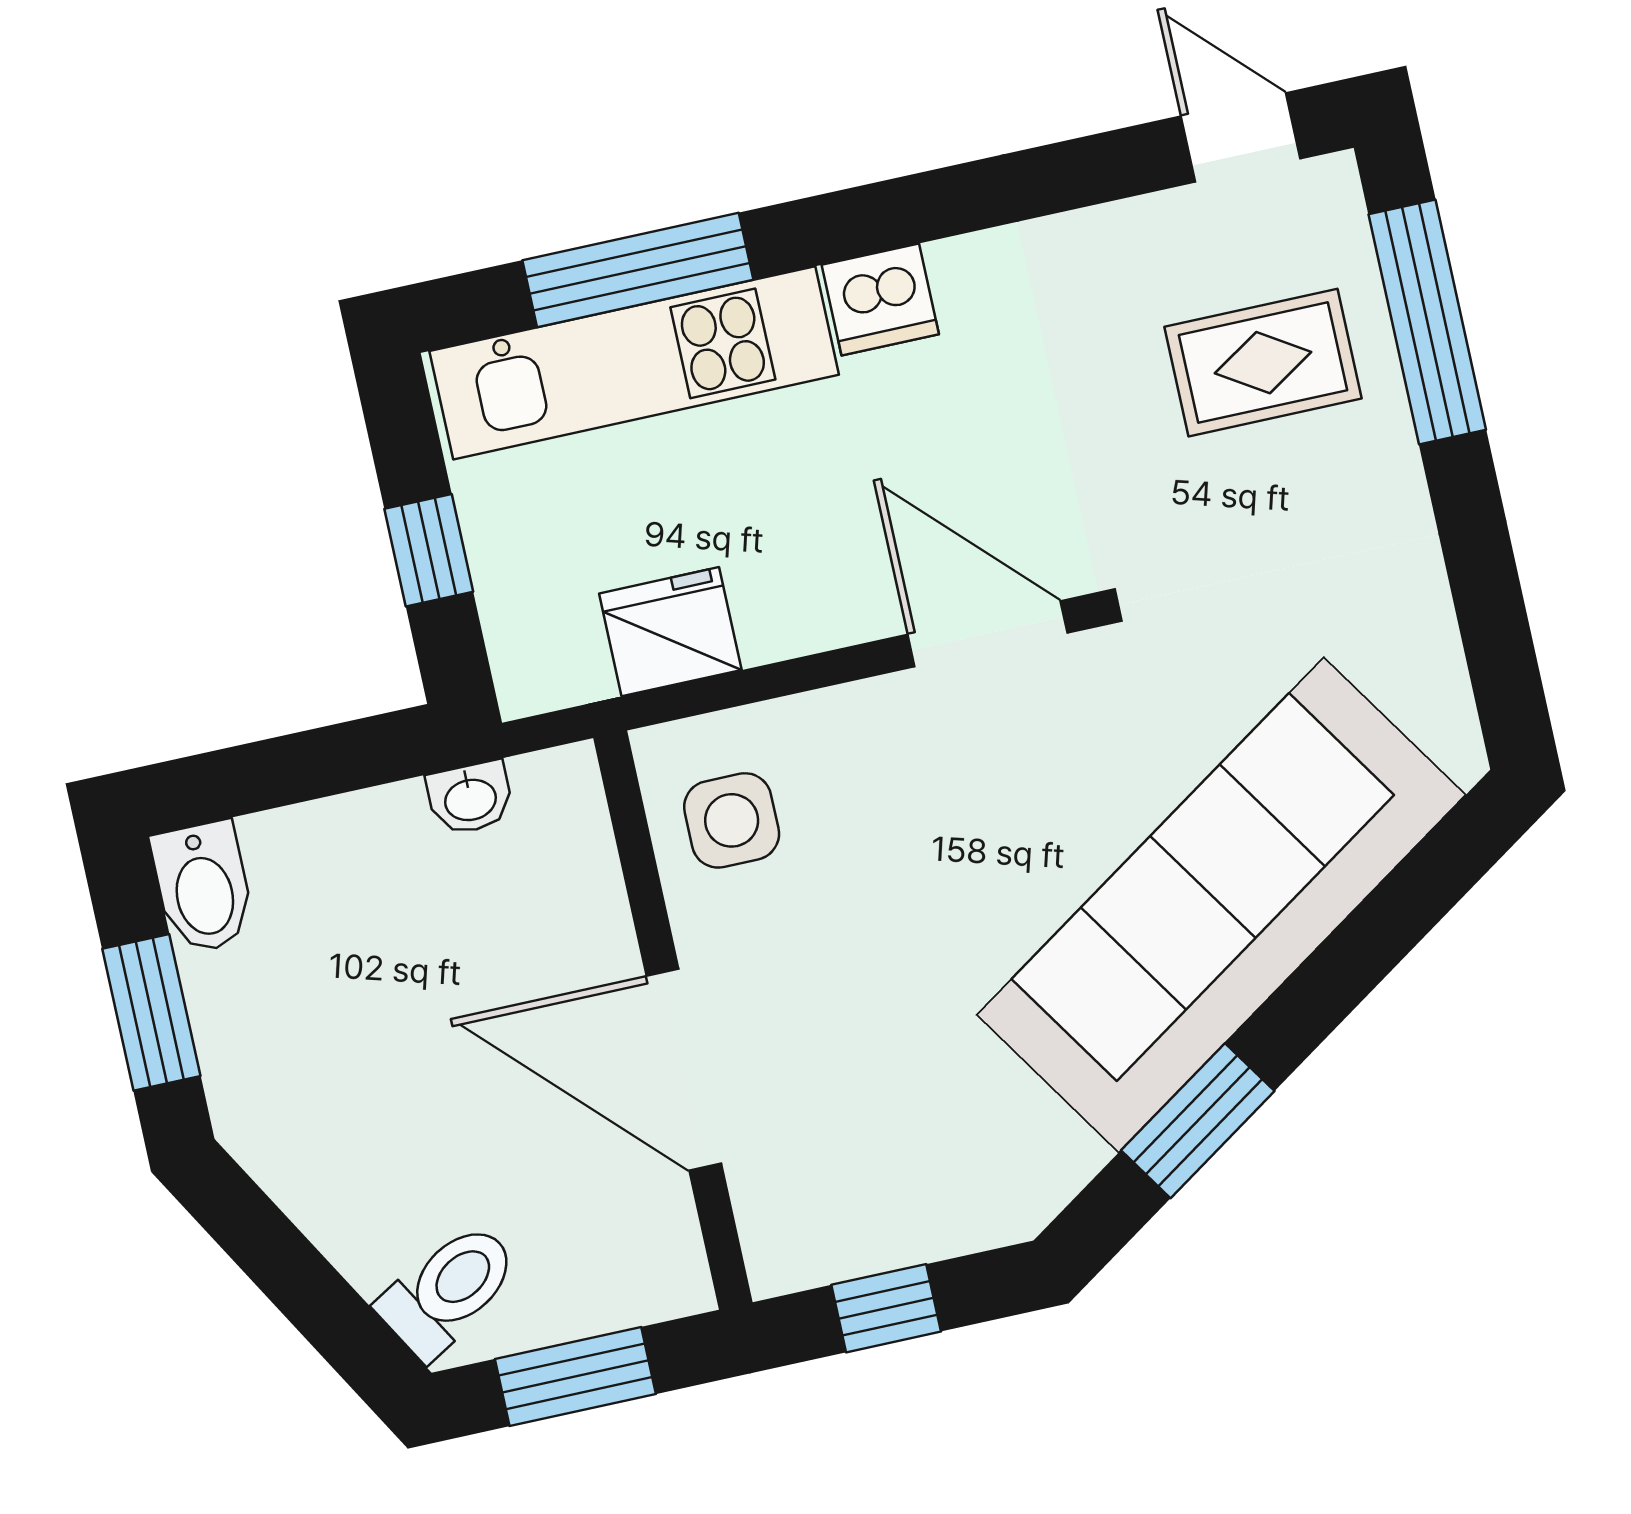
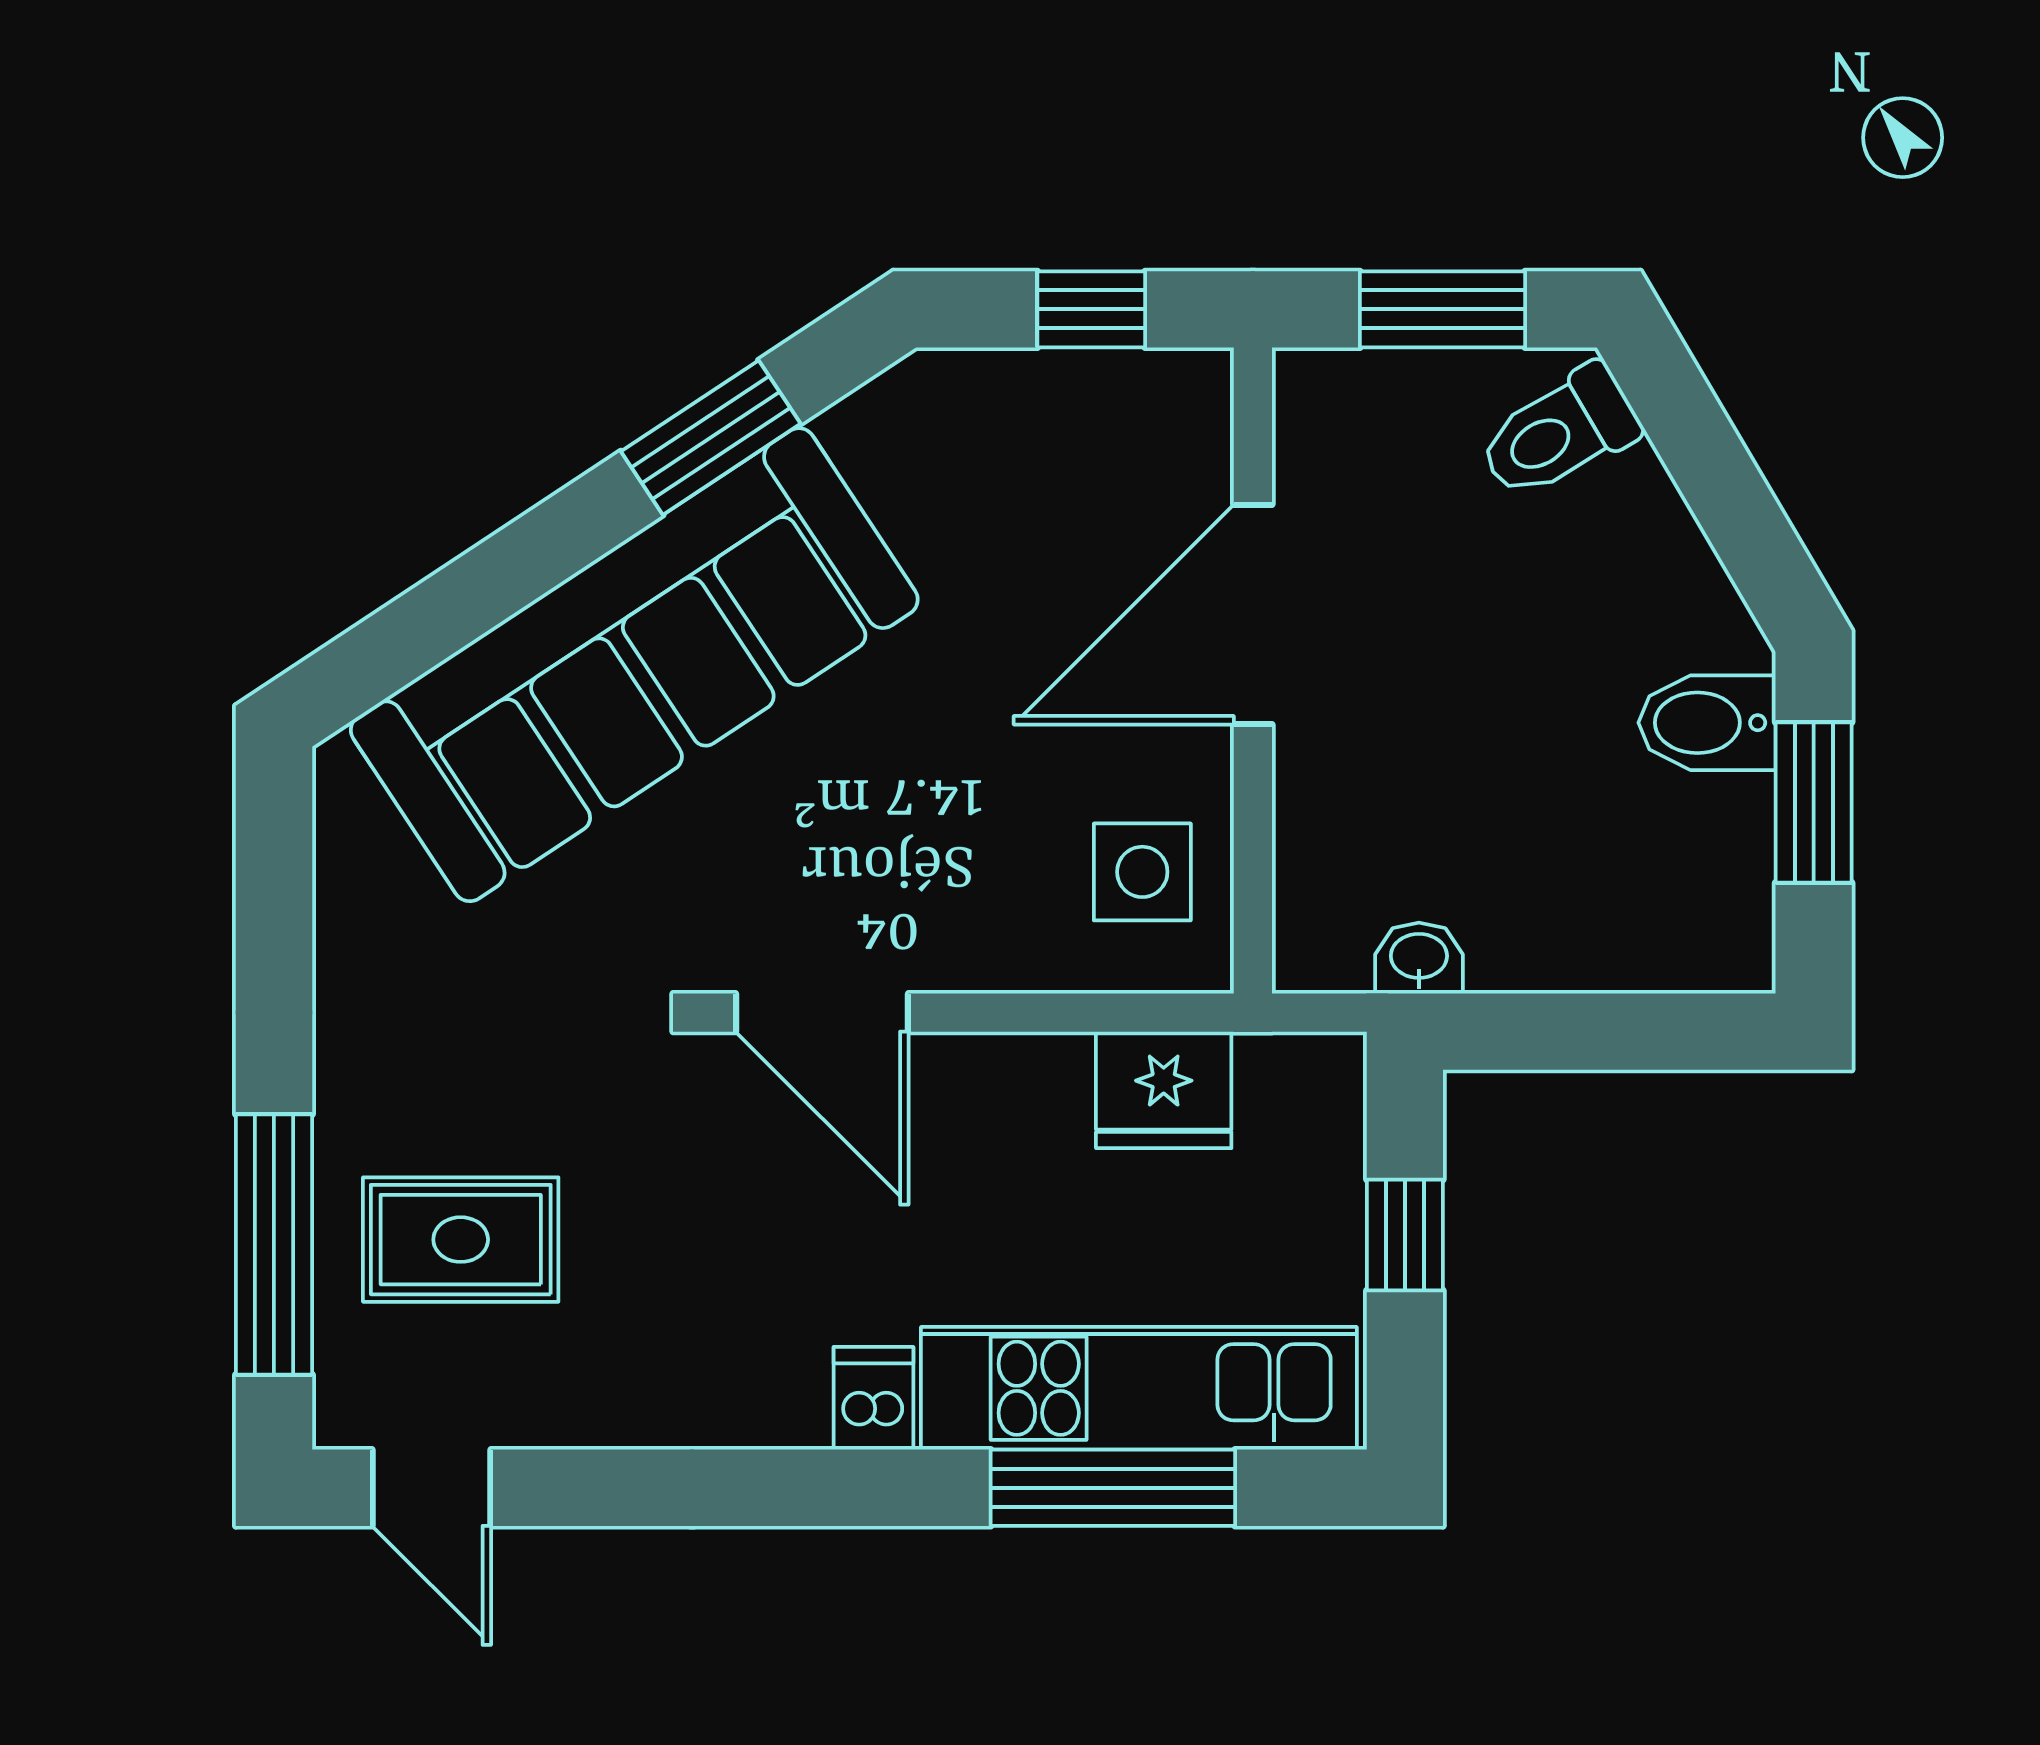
dishwasher: (880, 300) -> (873, 1398), width x0.73
bidet: (203, 887) -> (1707, 723), moved, turned -90
door: (684, 1070) -> (1253, 614), swing flipped

